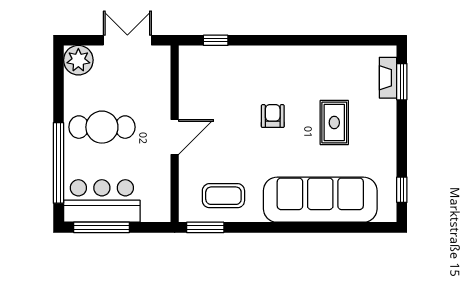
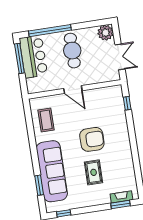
armchair: (273, 116) -> (92, 139), width x1.88, depth x1.88
rug: (334, 123) -> (94, 172), turned 90
window: (205, 227) -> (39, 185), moved

